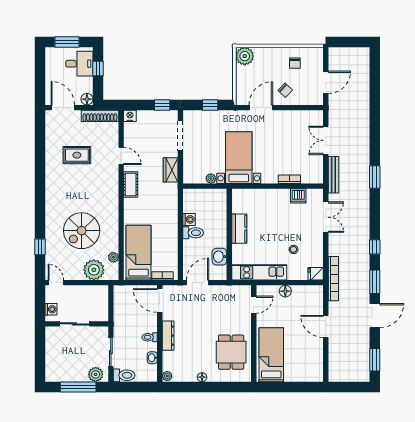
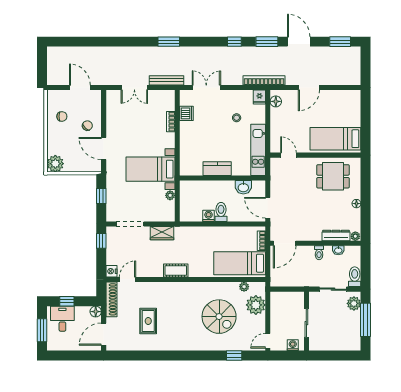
door: (121, 156) -> (128, 279), moved
floor lamp: (285, 291) -> (276, 101), moved
dresser: (168, 336) -> (336, 235), moved

